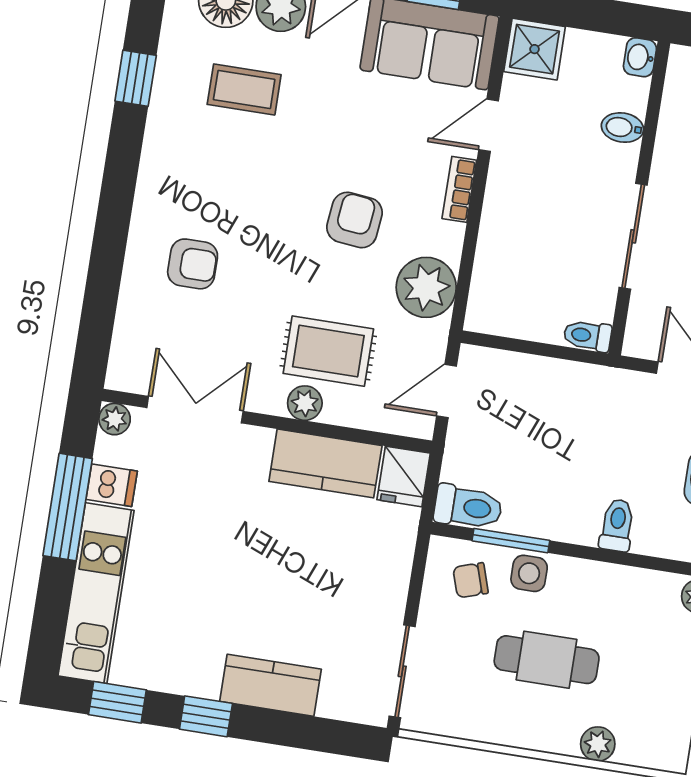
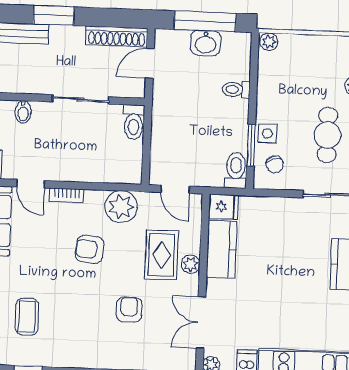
armchair: (193, 264) -> (129, 310), moved
toilet: (588, 336) -> (134, 122), width x1.37, depth x1.39
cafe table: (547, 660) -> (327, 135), moved

